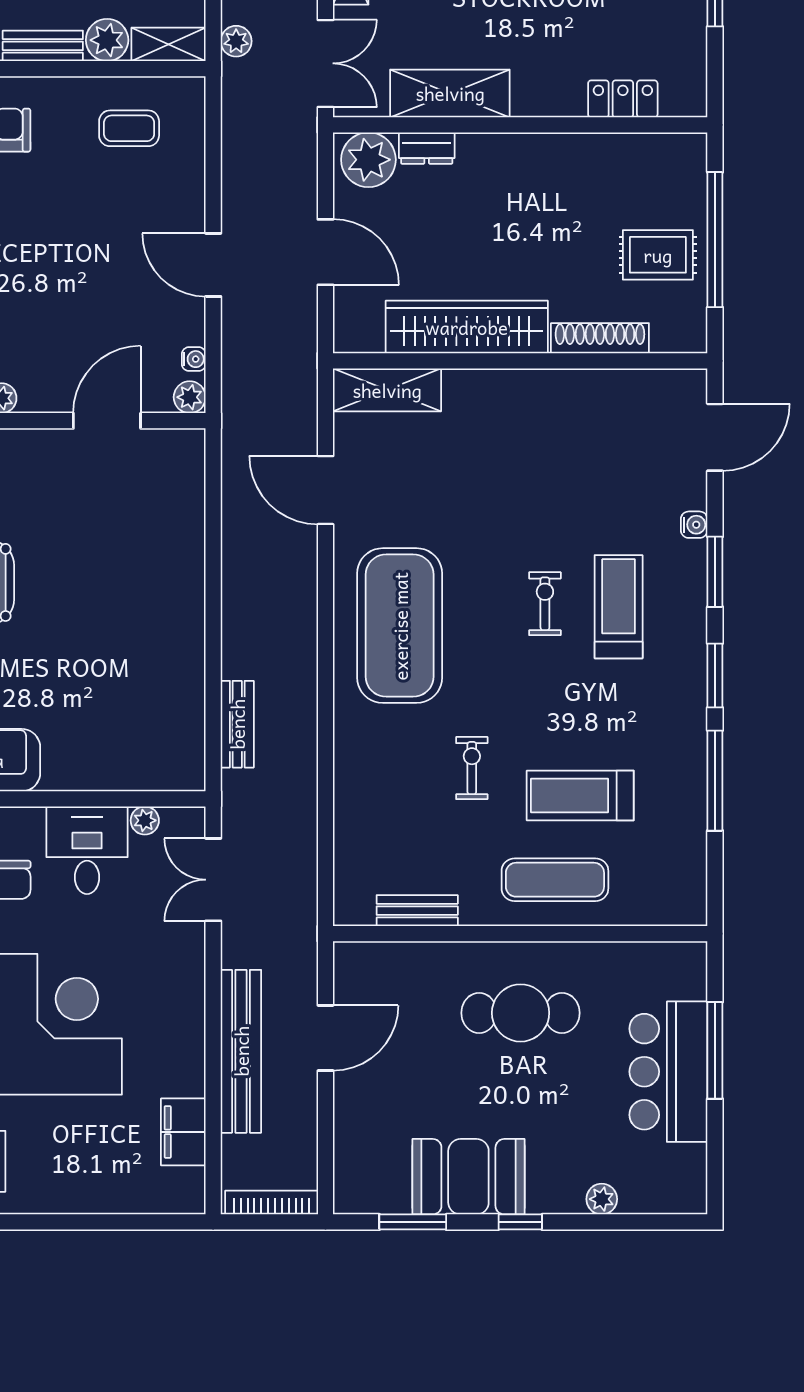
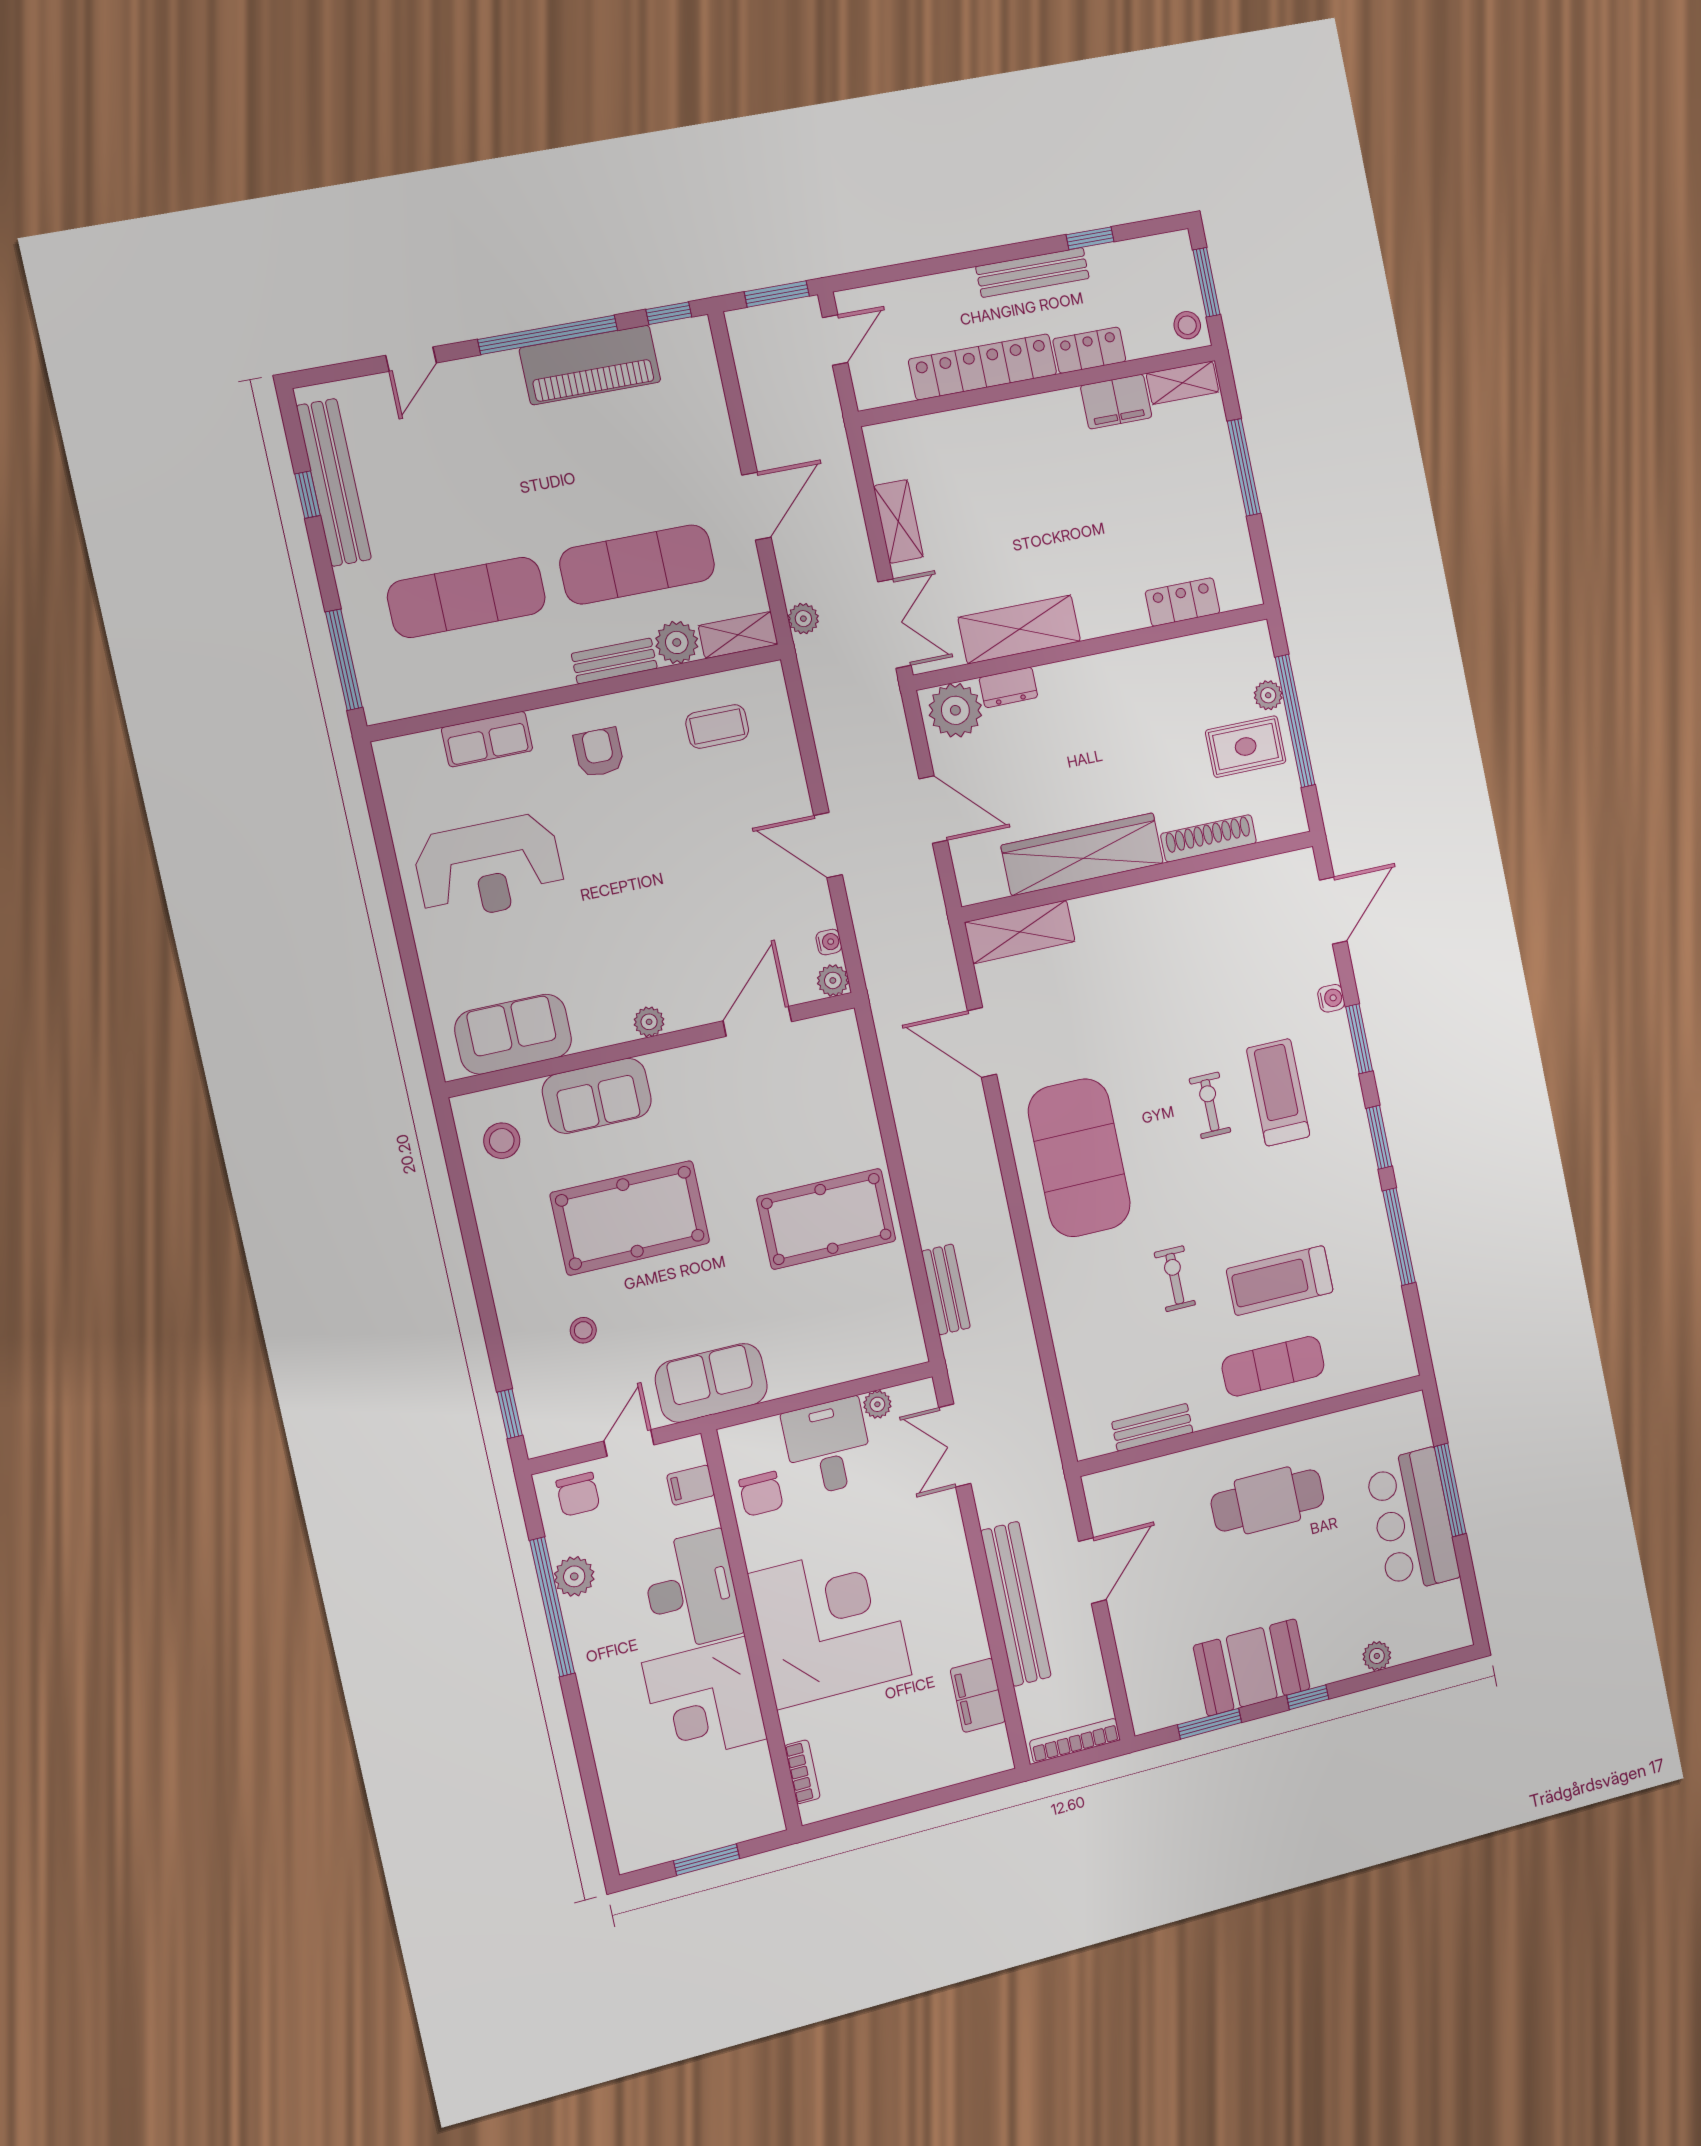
plant: (692, 209) -> (1268, 695), added
pool table: (133, 628) -> (826, 1219), added

